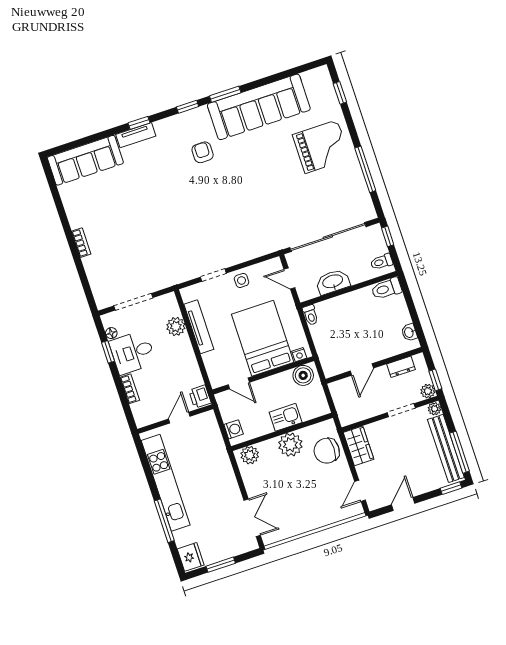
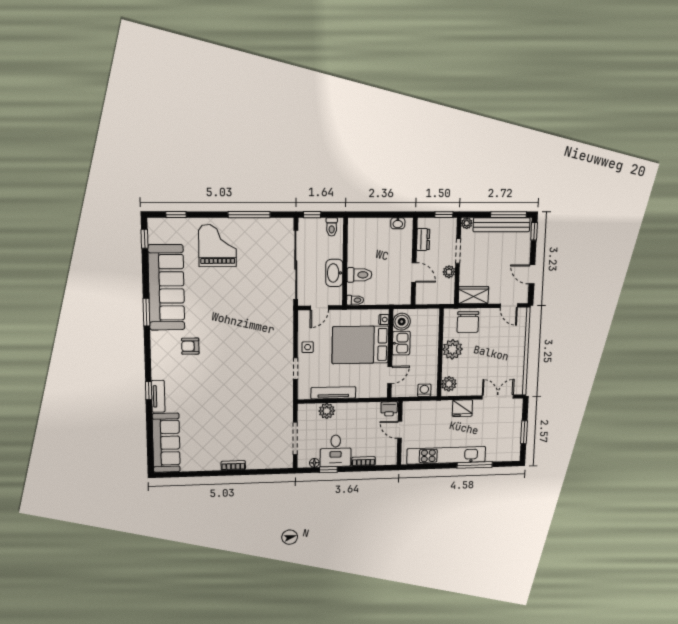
window: (188, 107) -> (145, 239), moved
toilet: (386, 289) -> (359, 275), moved, turned -90
plant: (428, 391) -> (449, 272), moved
kitchen sink: (286, 417) -> (401, 343), moved, turned 180
fridge: (191, 557) -> (462, 408), moved, turned 180

